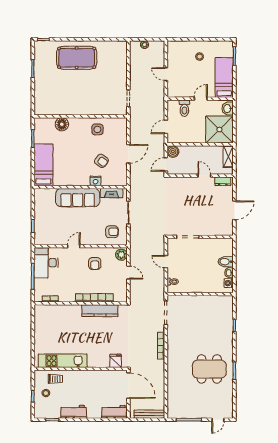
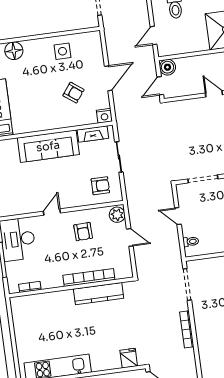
nightstand: (96, 181) -> (104, 116), moved

